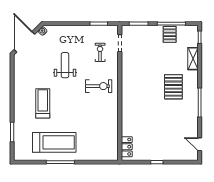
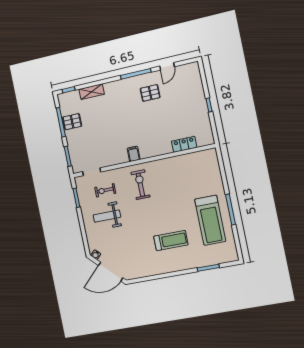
weight bench: (65, 65) -> (107, 216), moved
filing cabinet: (128, 86) -> (134, 154), added
pallet: (173, 87) -> (150, 93), moved, width x0.67, depth x0.71
treadmill: (43, 103) -> (171, 241), turned 180
treadmill: (54, 142) -> (210, 220), turned 180
door: (200, 144) -> (167, 66), moved
locker: (127, 147) -> (184, 144), moved

